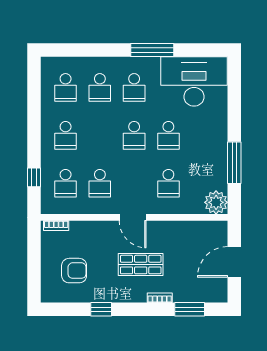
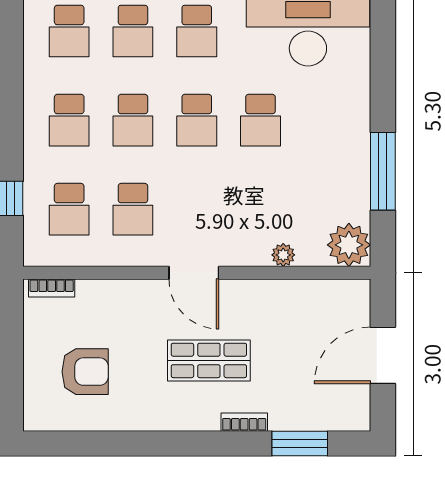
school desk: (168, 183) -> (133, 120), moved
plant: (181, 208) -> (283, 255), added
window: (101, 309) -> (136, 444), removed

